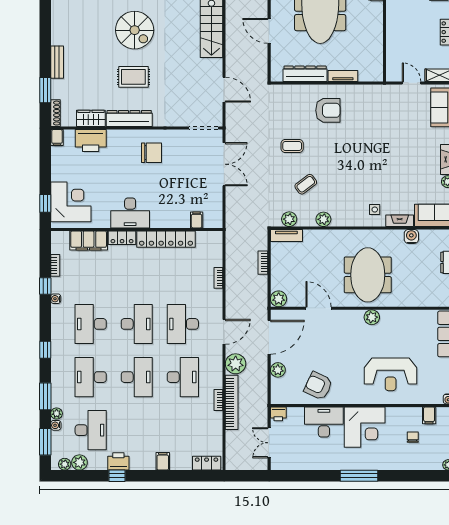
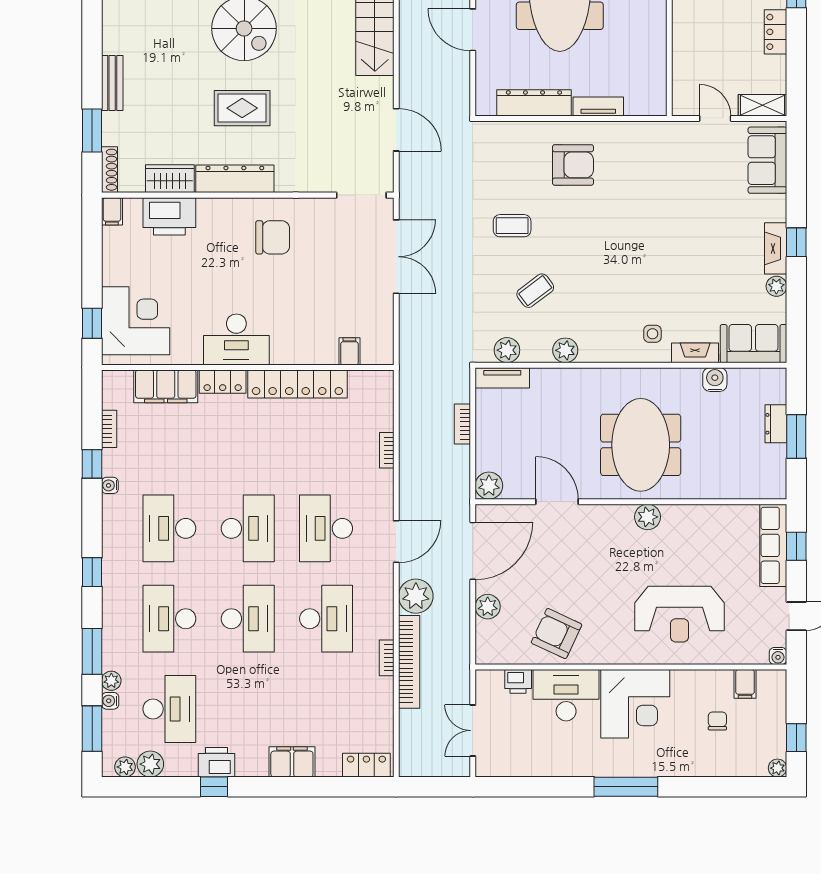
printer: (278, 414) -> (518, 681), moved
filing cabinet: (163, 461) -> (292, 762), width x2.00

